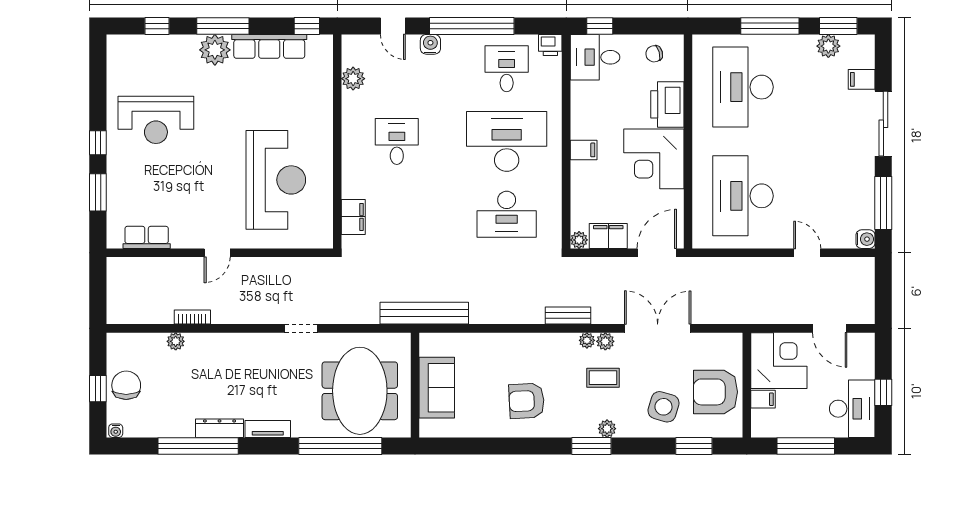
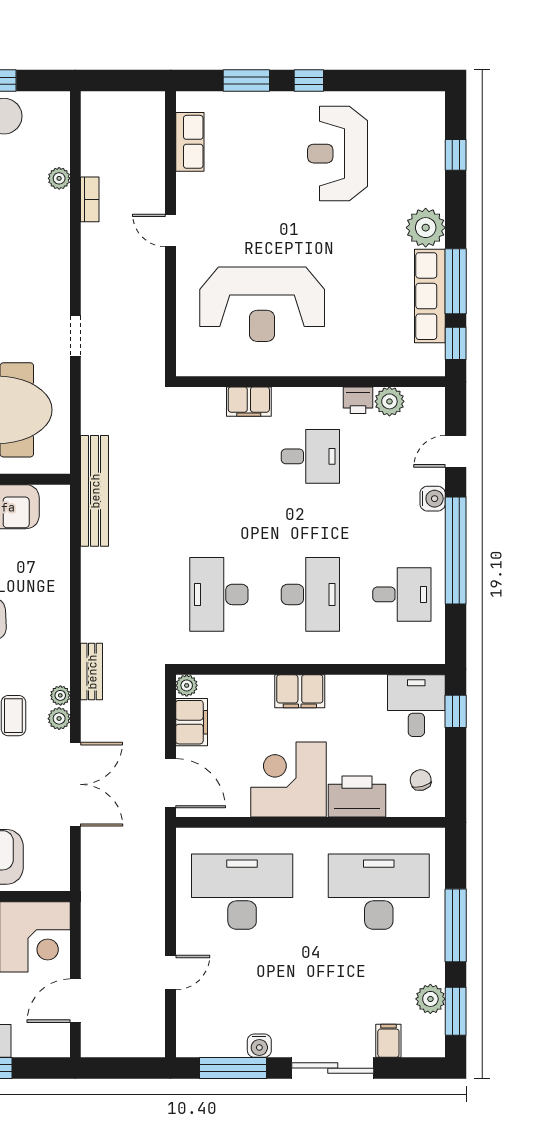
window: (223, 26) -> (456, 281), moved
printer: (550, 45) -> (358, 400), moved, turned -90
desk: (507, 141) -> (310, 594), width x0.73, depth x0.77
filing cabinet: (584, 150) -> (300, 691), width x2.00
filing cabinet: (353, 217) -> (249, 402), moved
water cooler: (865, 239) -> (259, 1046), moved

